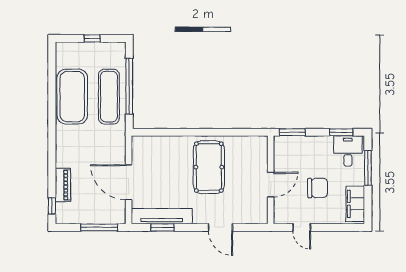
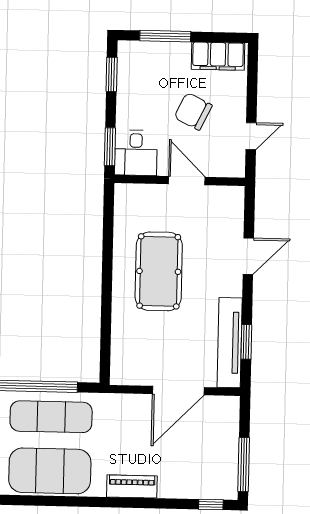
desk: (348, 151) -> (136, 153), moved, turned -90
pool table: (209, 167) -> (159, 271), turned 90
piano: (63, 185) -> (132, 486), moved
chair: (318, 188) -> (193, 111), turned -63
window: (99, 227) -> (244, 464), moved

